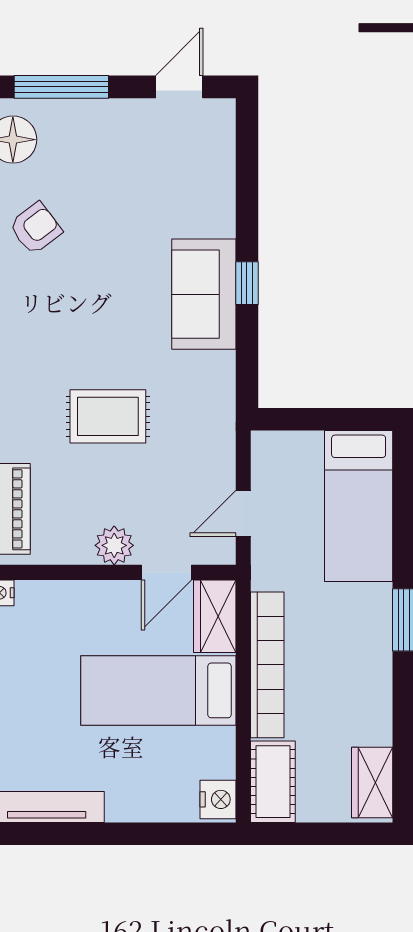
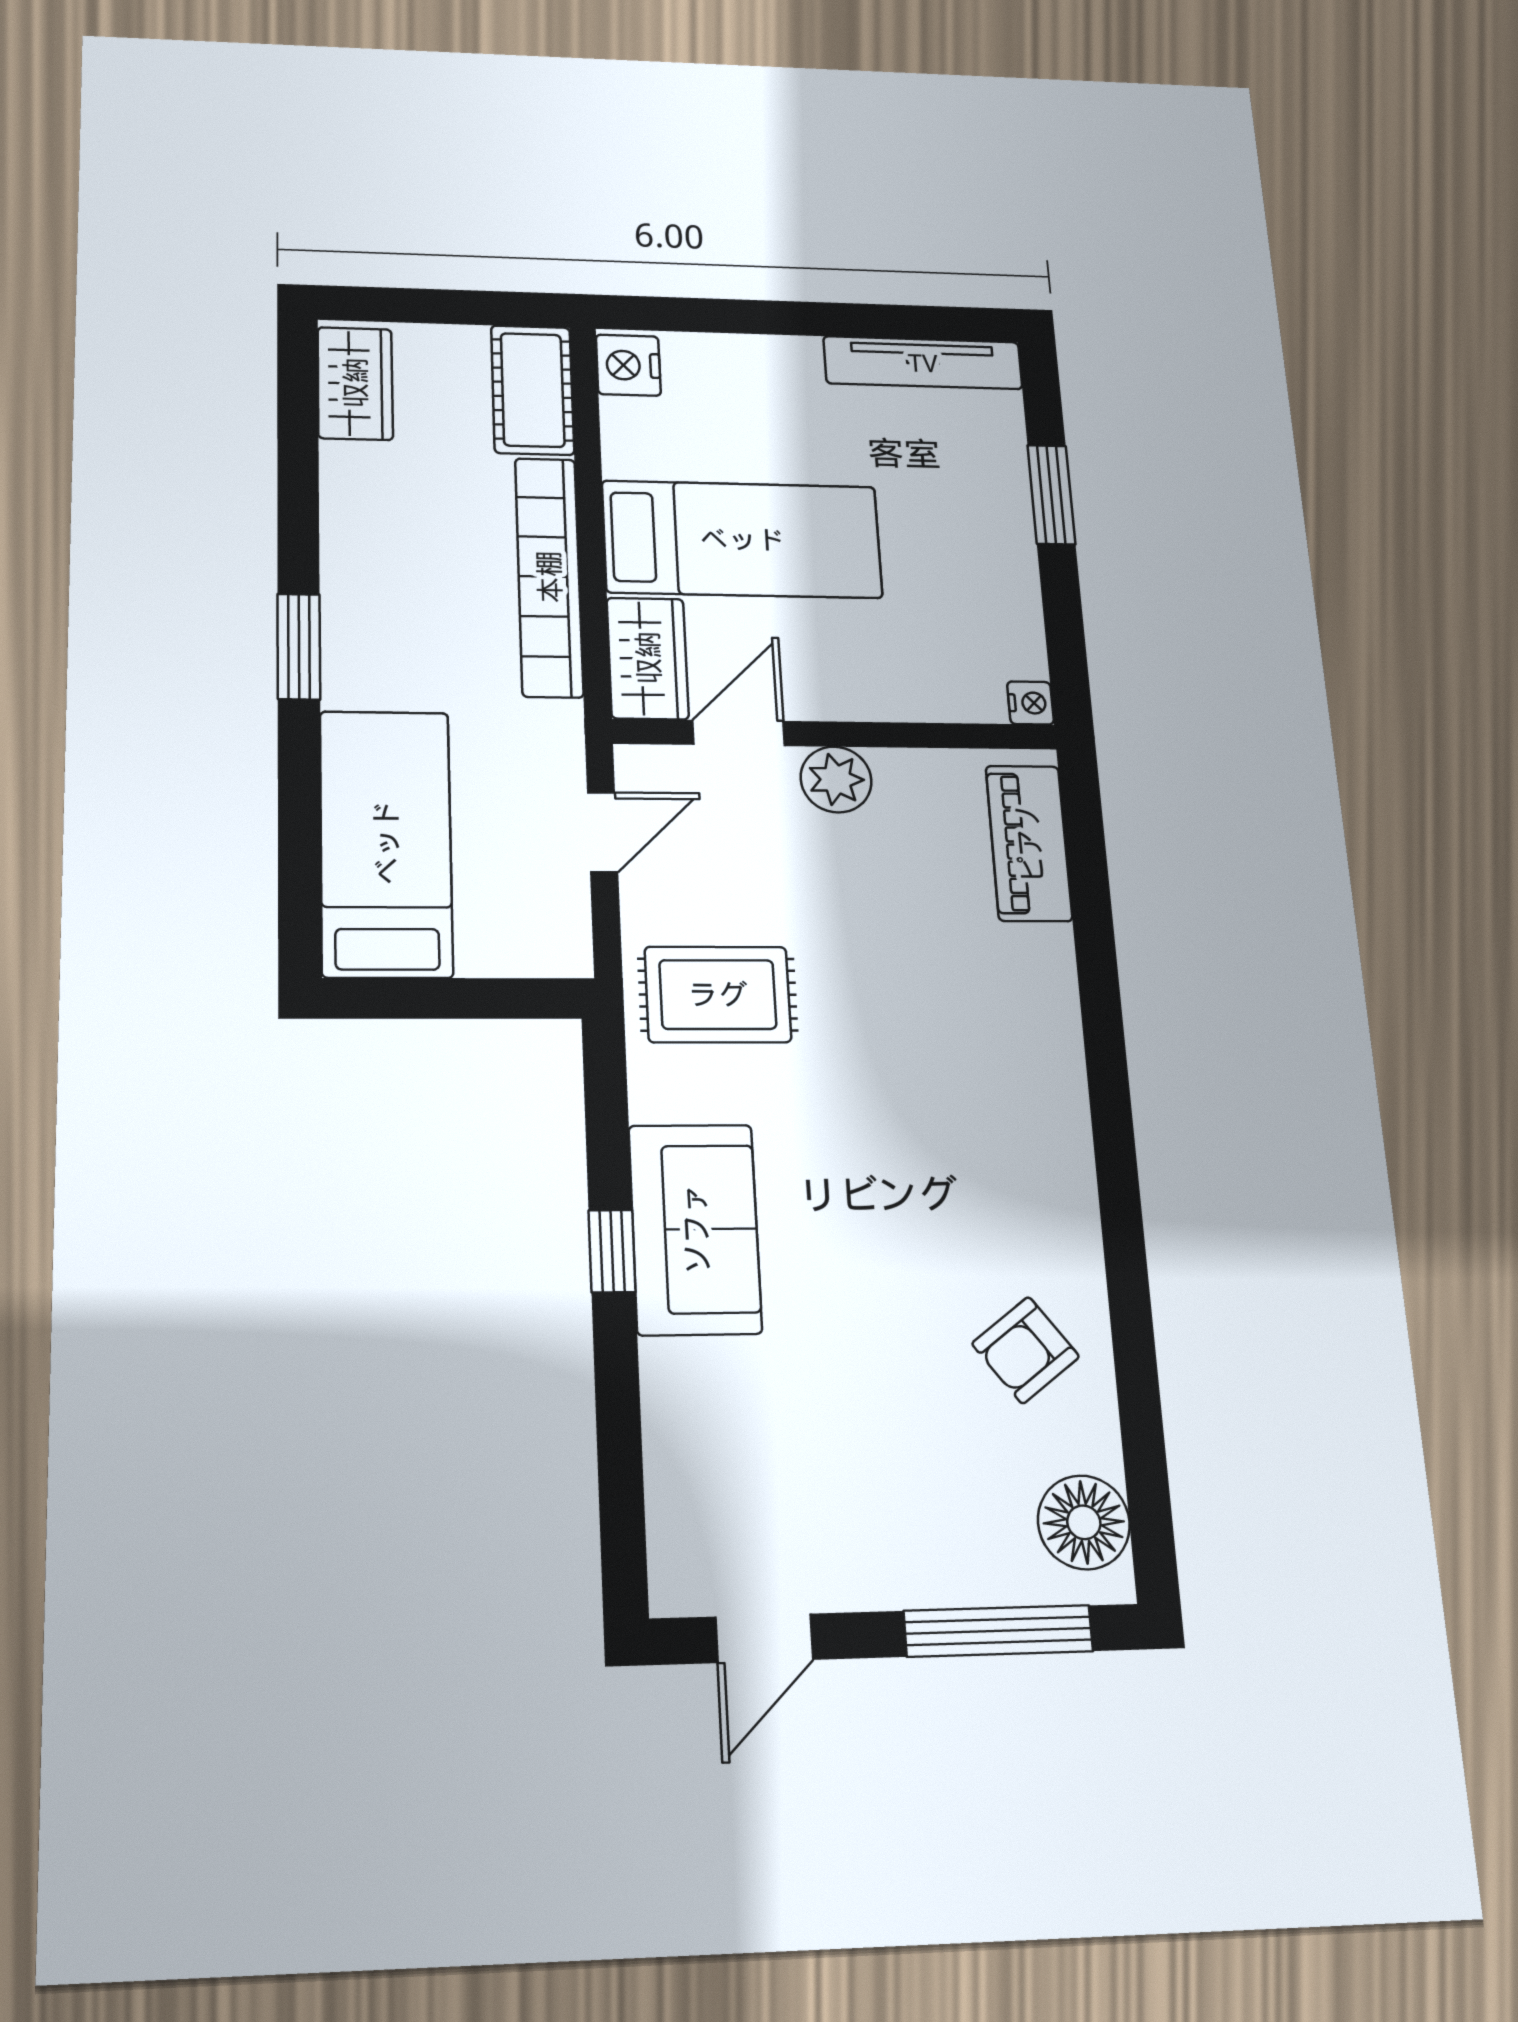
rug: (108, 416) -> (718, 994), moved

